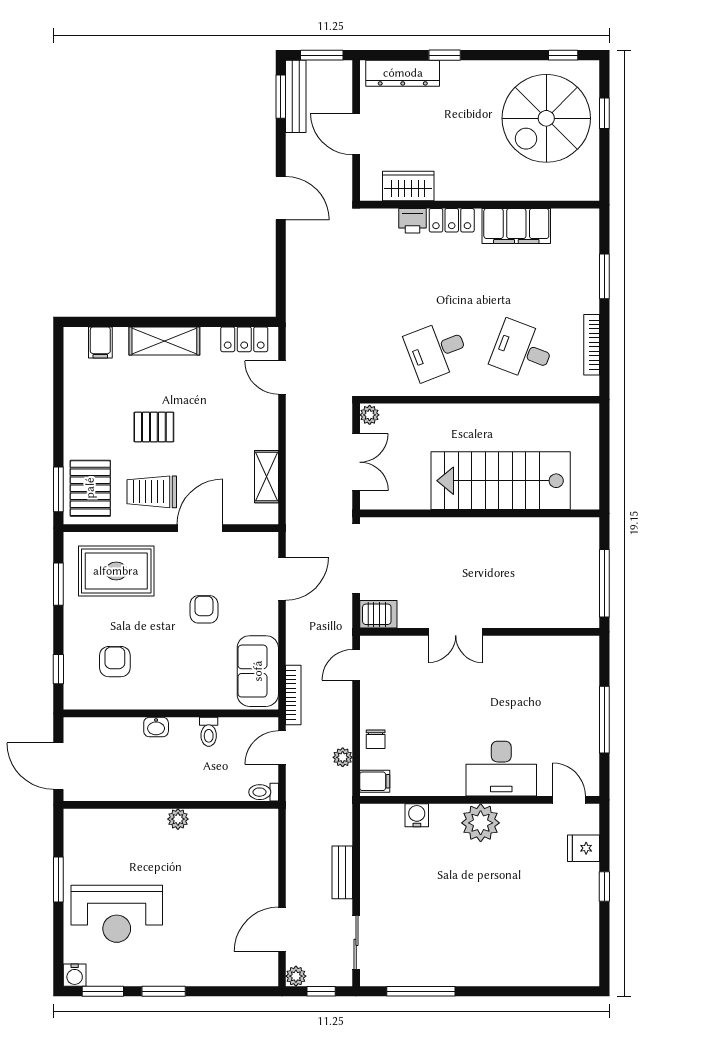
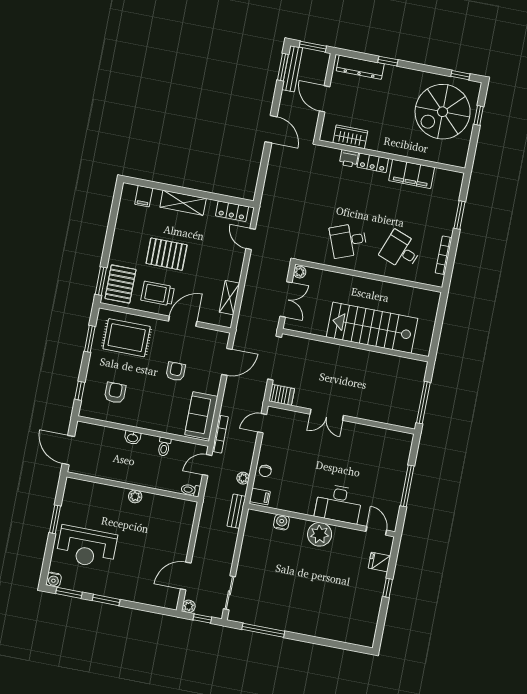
pallet: (154, 427) -> (167, 254), width x1.50, depth x1.42
bench: (342, 872) -> (236, 511), moved

